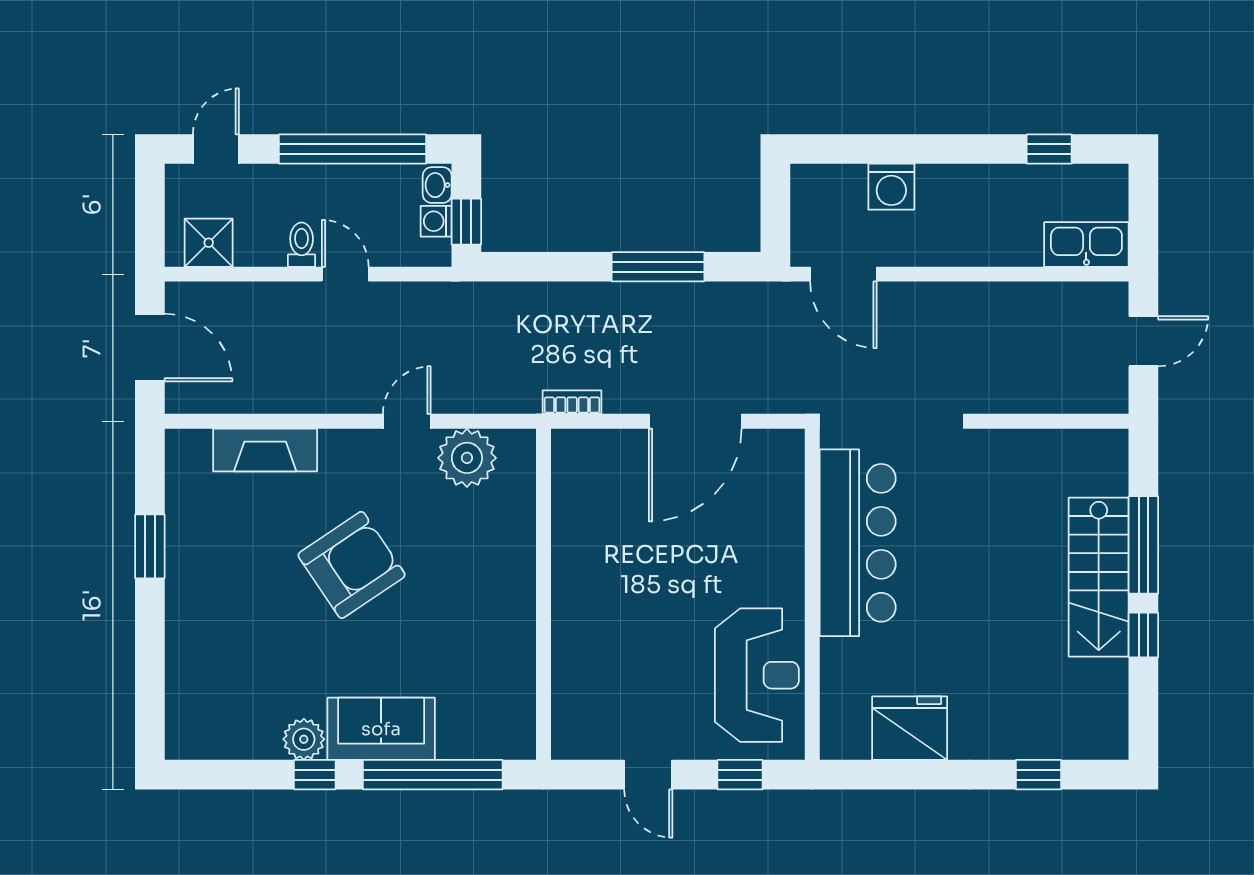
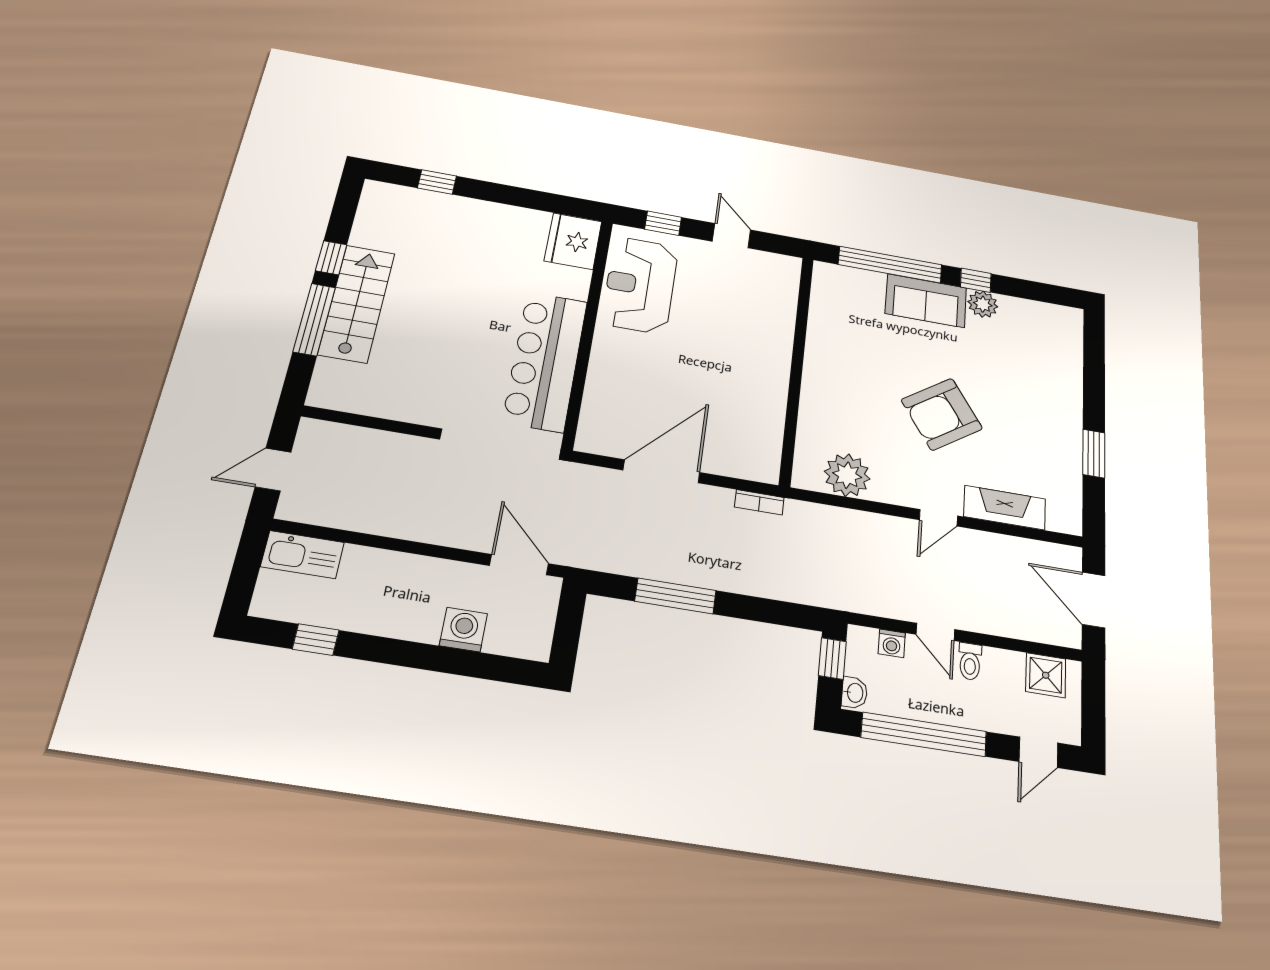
washing machine: (436, 221) -> (892, 643), moved, turned 90
door: (407, 421) -> (938, 518), moved
fridge: (910, 728) -> (573, 241), moved, turned 90

